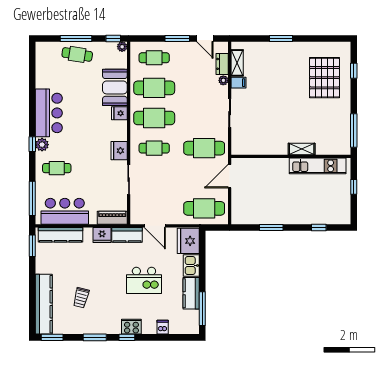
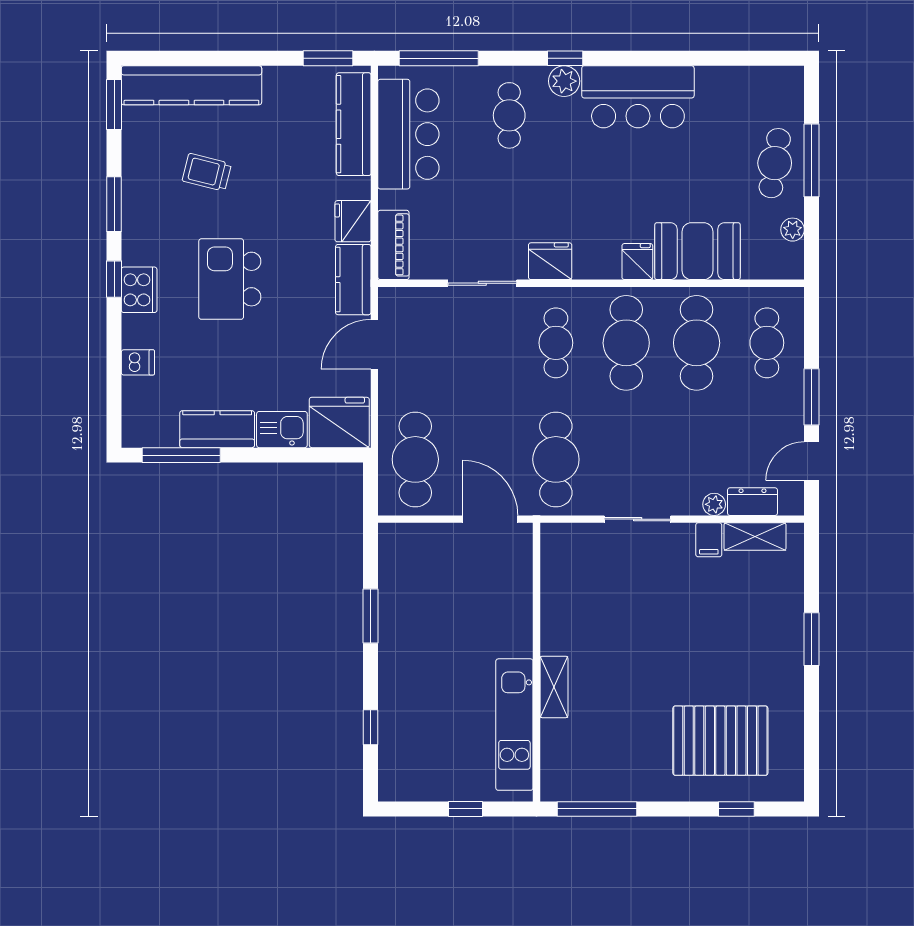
window: (113, 39) -> (812, 247), removed
plant: (122, 47) -> (793, 230), moved
kitchen island: (144, 280) -> (230, 279), moved

